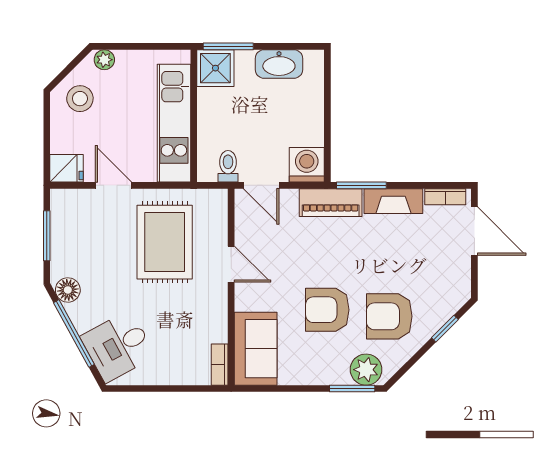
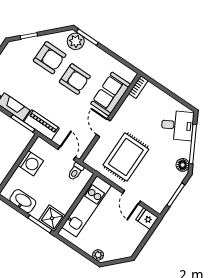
stool: (80, 99) -> (120, 245), removed
washing machine: (307, 165) -> (31, 163), moved, turned -90
sofa: (256, 349) -> (111, 94), moved

